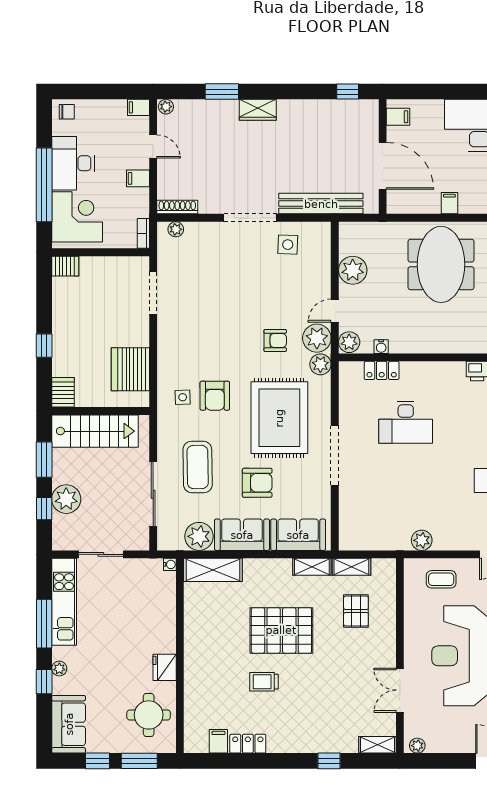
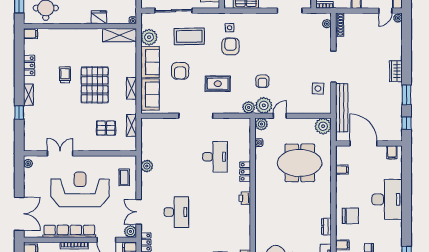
window: (222, 92) -> (406, 95), moved
door: (153, 147) -> (385, 11), moved
door: (383, 166) -> (364, 143), swing flipped
filing cabinet: (449, 203) -> (342, 170), moved
meeting table: (441, 264) -> (300, 163), moved
plant: (353, 270) -> (323, 126), moved
door: (335, 311) -> (280, 116), hinge flipped
locker: (382, 370) -> (245, 172), moved
armchair: (215, 396) -> (231, 46), turned 90
rug: (279, 418) -> (218, 84), width x0.54, depth x0.49
desk: (406, 422) -> (215, 157), turned 180
shelving: (312, 567) -> (132, 88), moved
shelving: (213, 570) -> (120, 35), moved, turned 90
fridge: (165, 667) -> (99, 17), moved
filing cabinet: (218, 741) -> (31, 34), moved
shelving: (377, 745) -> (28, 95), moved

